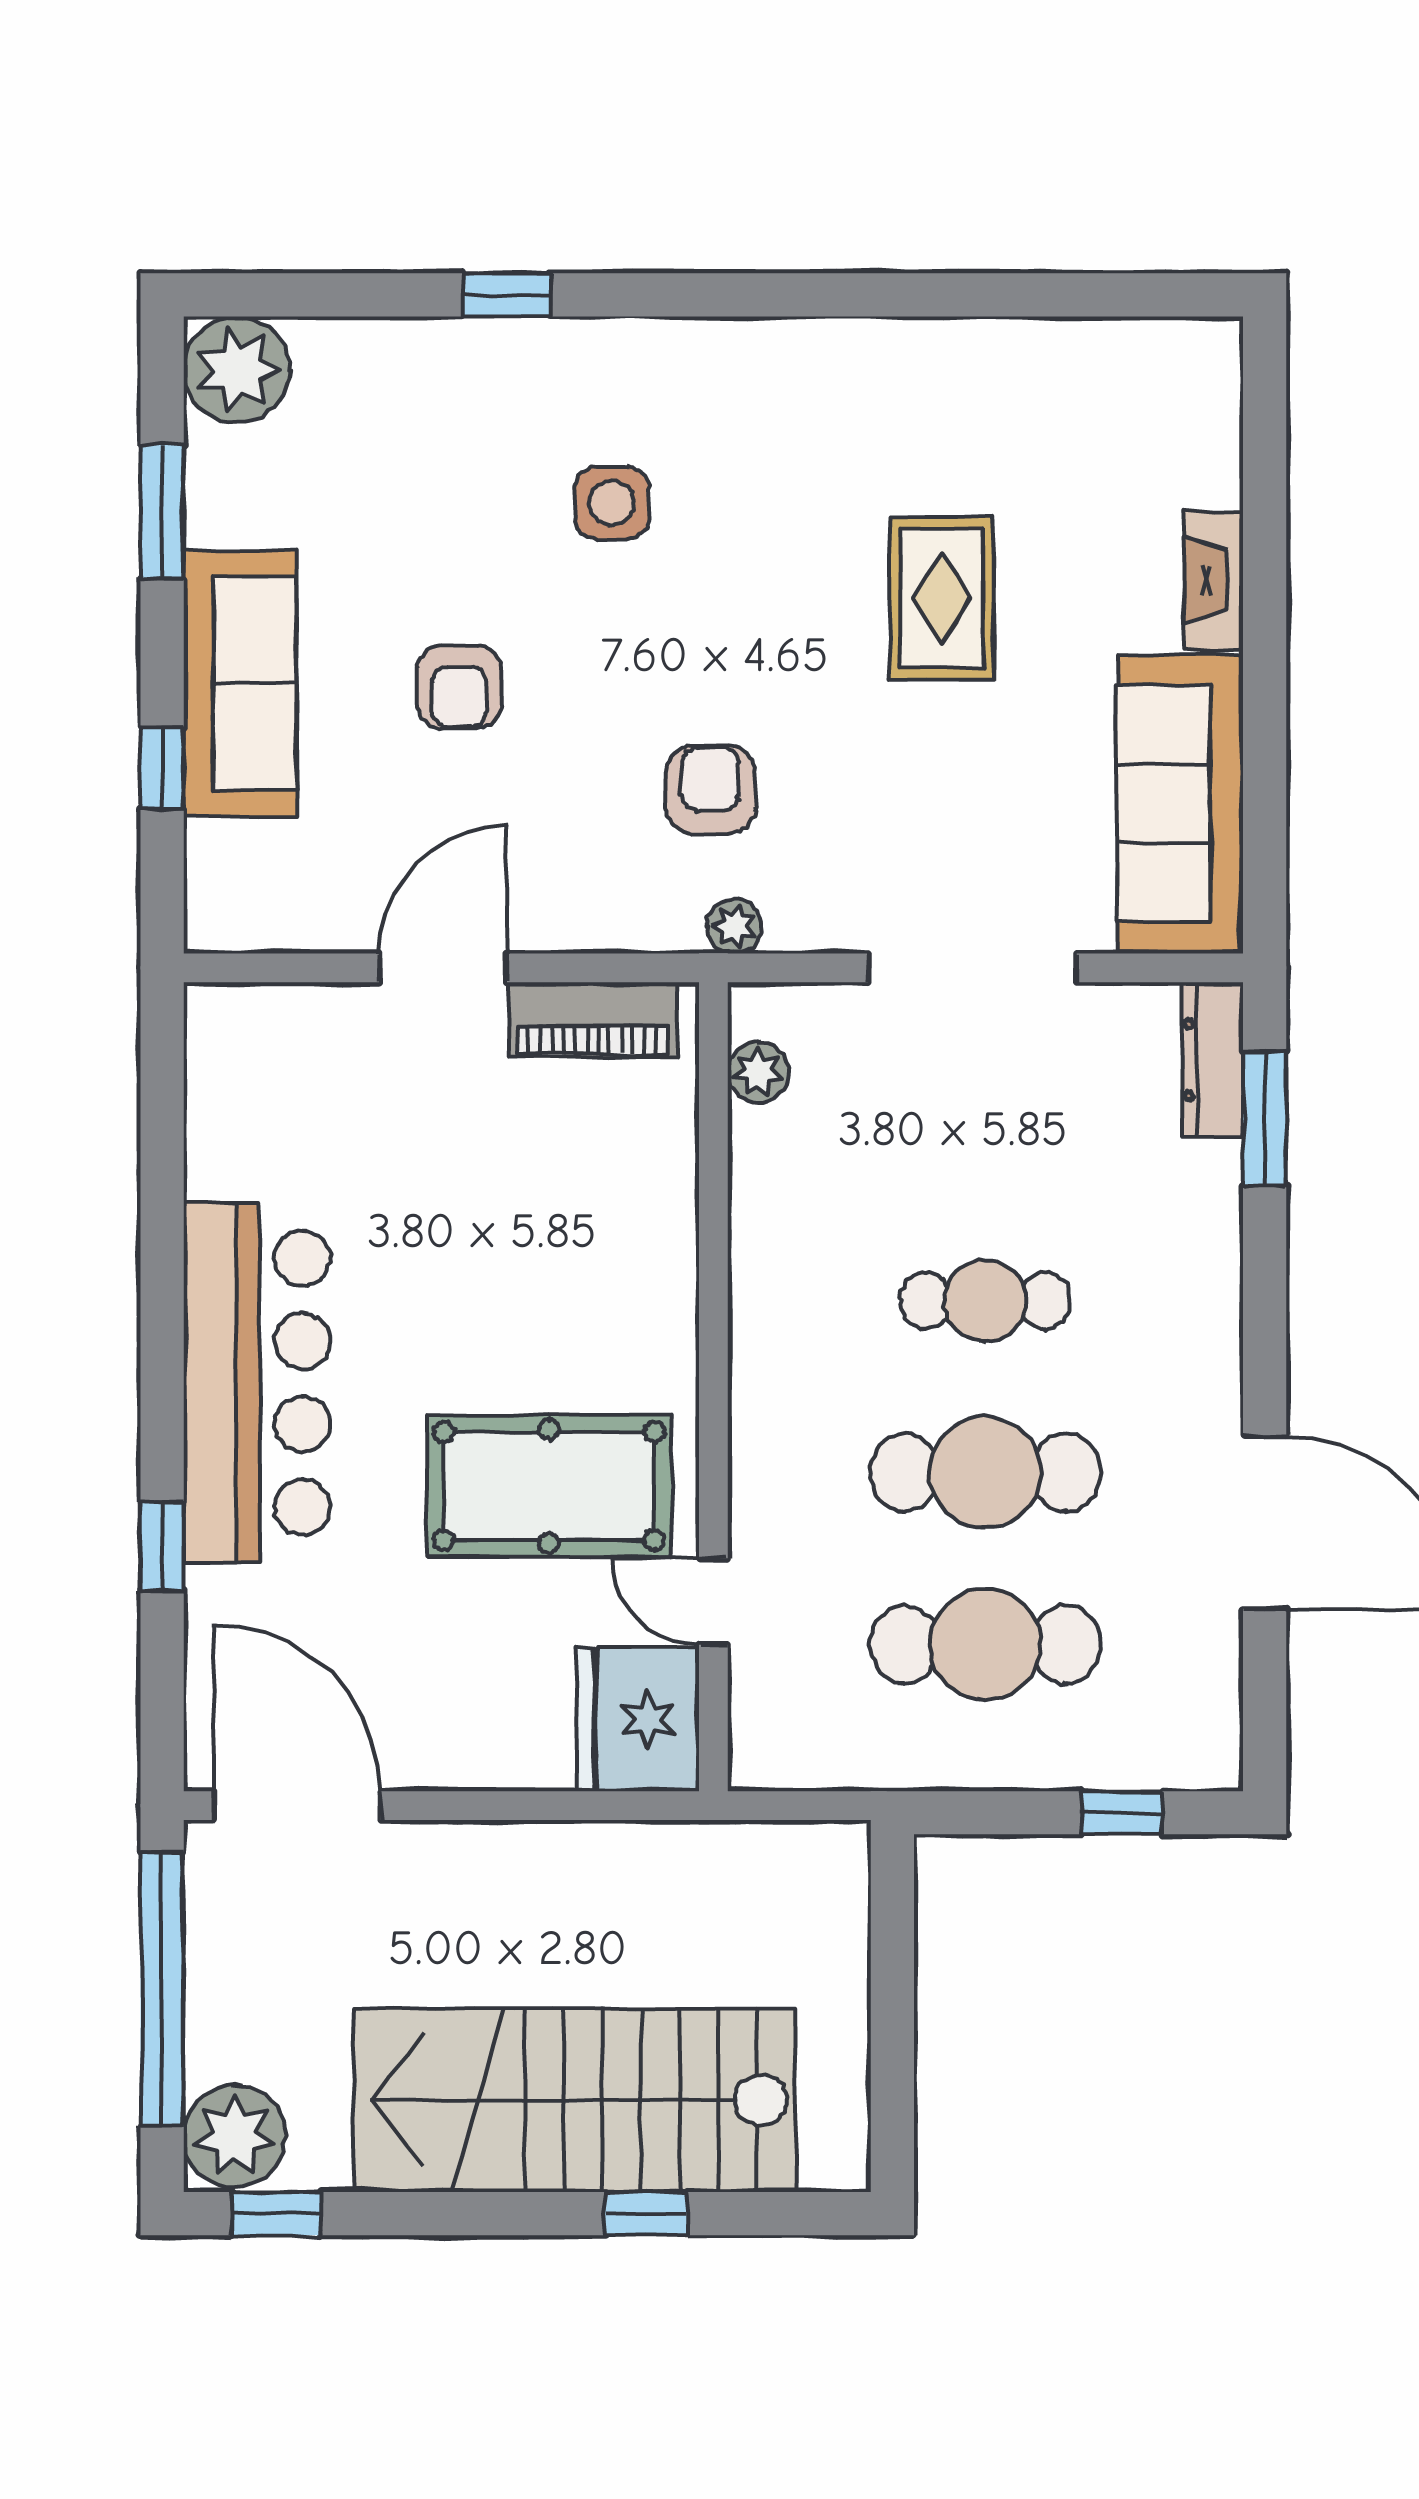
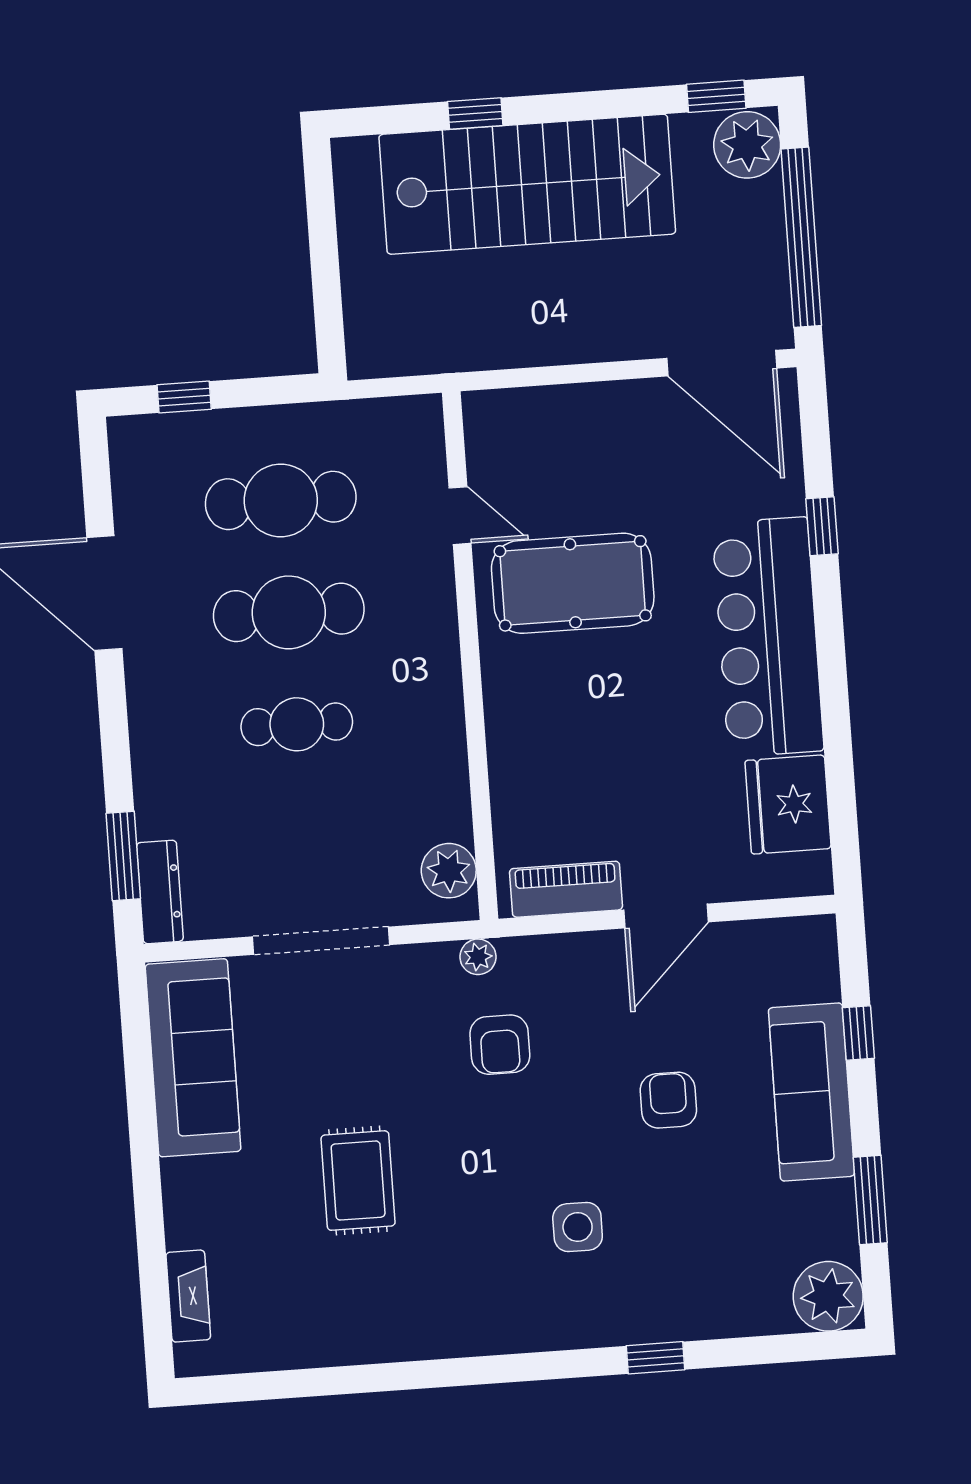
fireplace: (1214, 580) -> (188, 1296), moved
plant: (758, 1072) -> (449, 871), width x1.38, depth x1.38
fridge: (638, 1719) -> (788, 804), moved, turned 180

